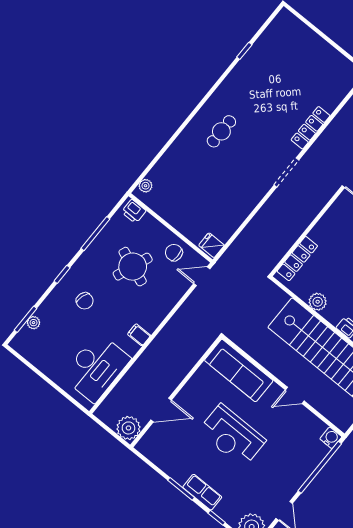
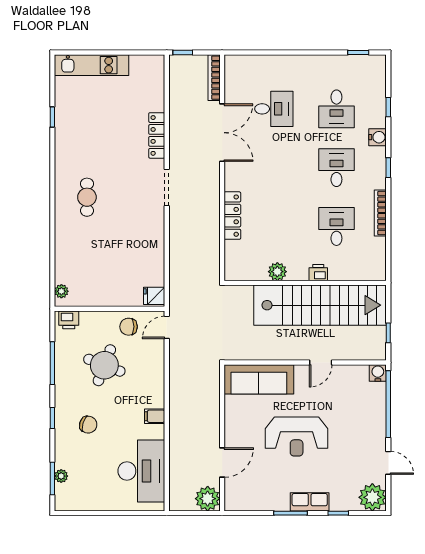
kitchen unit: (305, 36) -> (92, 65), added
locker: (297, 259) -> (232, 216), moved

